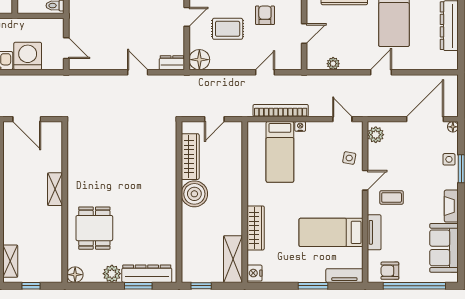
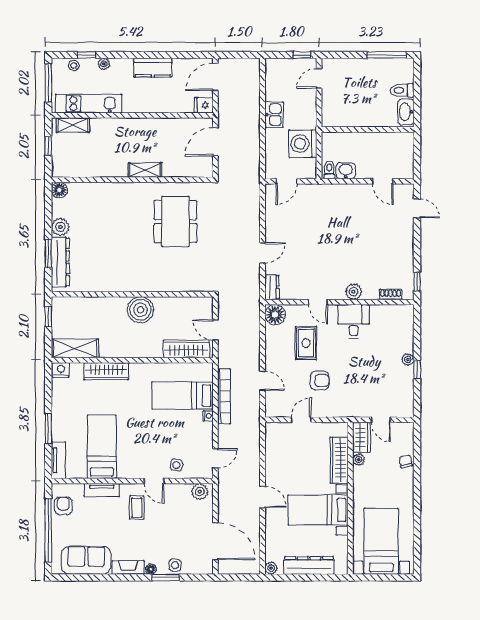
door: (304, 34) -> (301, 420), swing flipped
washing machine: (28, 56) -> (303, 144), moved, turned 180
plant: (333, 64) -> (271, 568), moved
floor lamp: (453, 127) -> (151, 569), moved
wardrobe: (190, 157) -> (186, 349), moved, turned 180
dining table: (94, 228) -> (175, 221), moved, width x1.38

